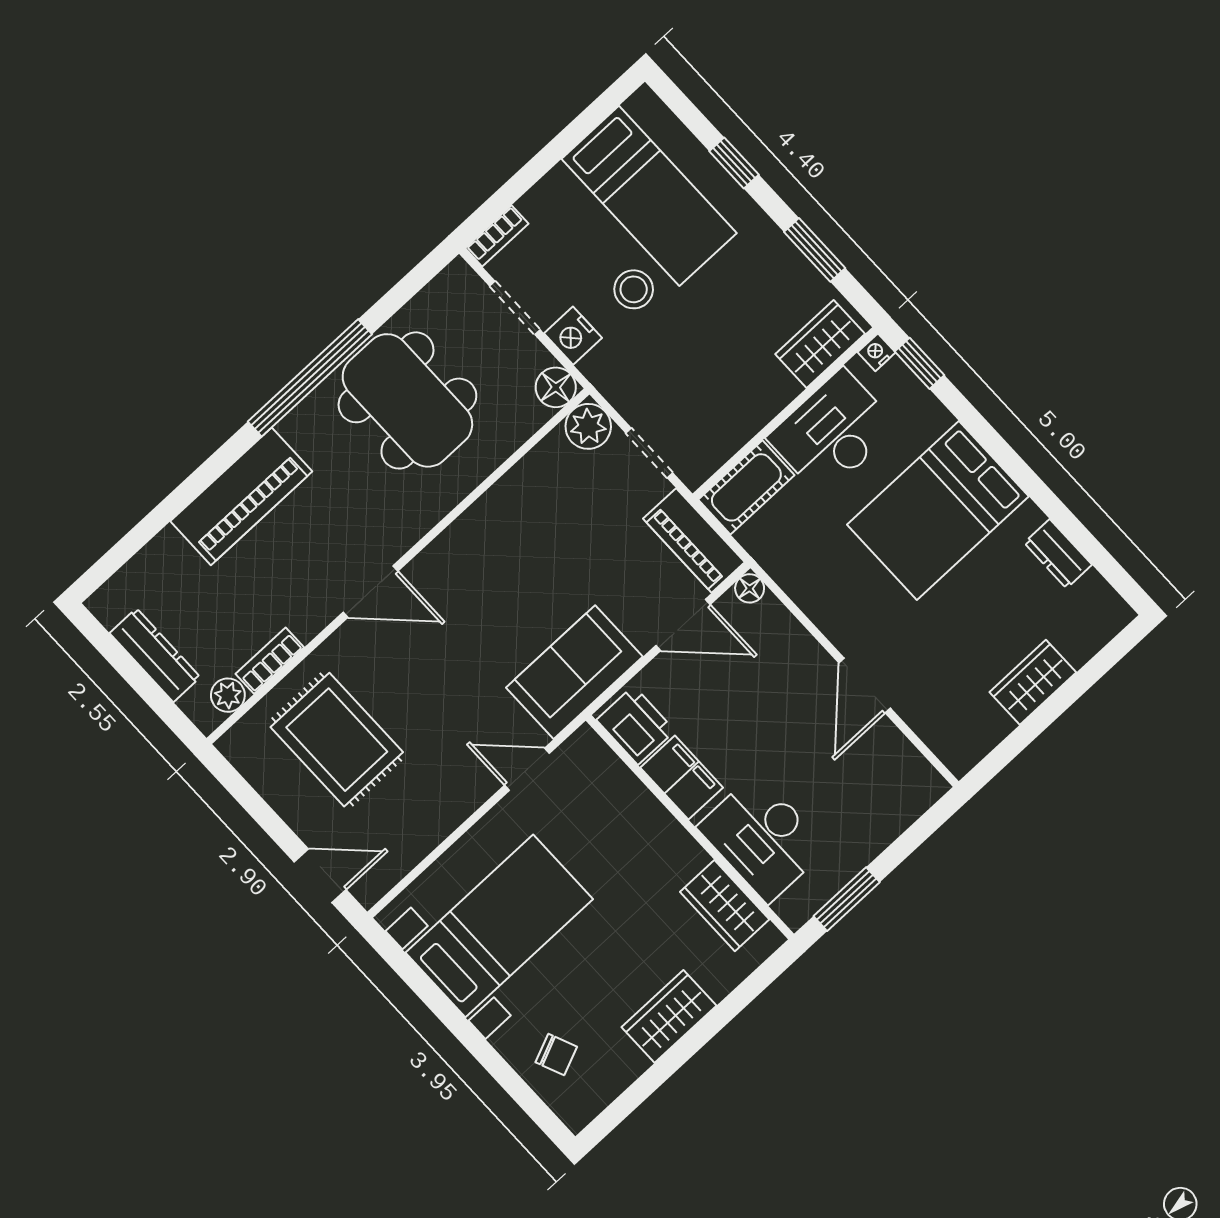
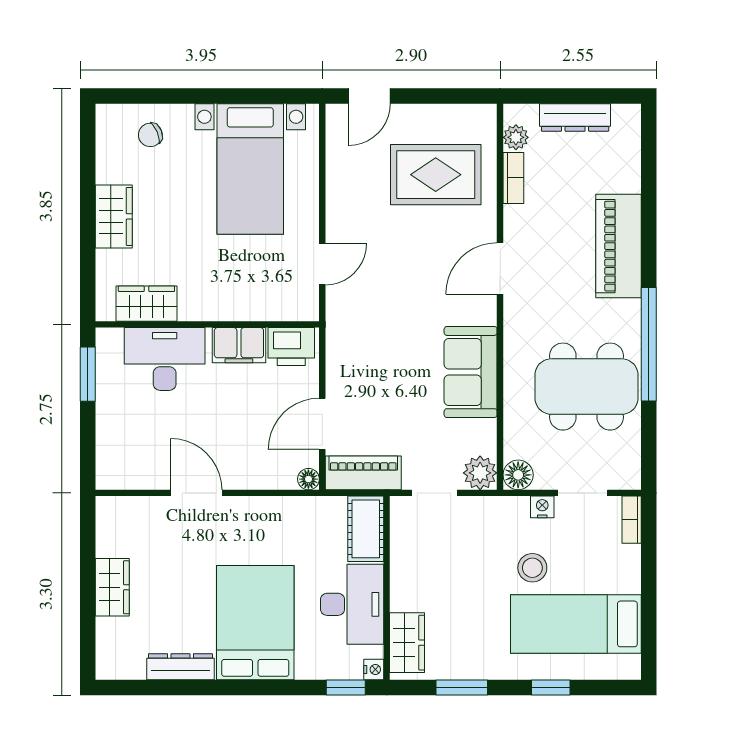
nightstand: (573, 336) -> (542, 507), width x0.72, depth x0.74
dresser: (1058, 554) -> (180, 667), width x1.44
sofa: (574, 672) -> (471, 372), moved, turned 180

